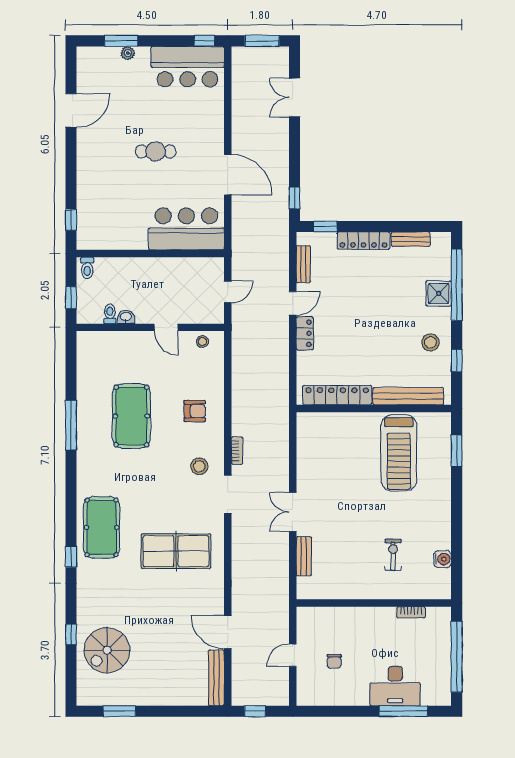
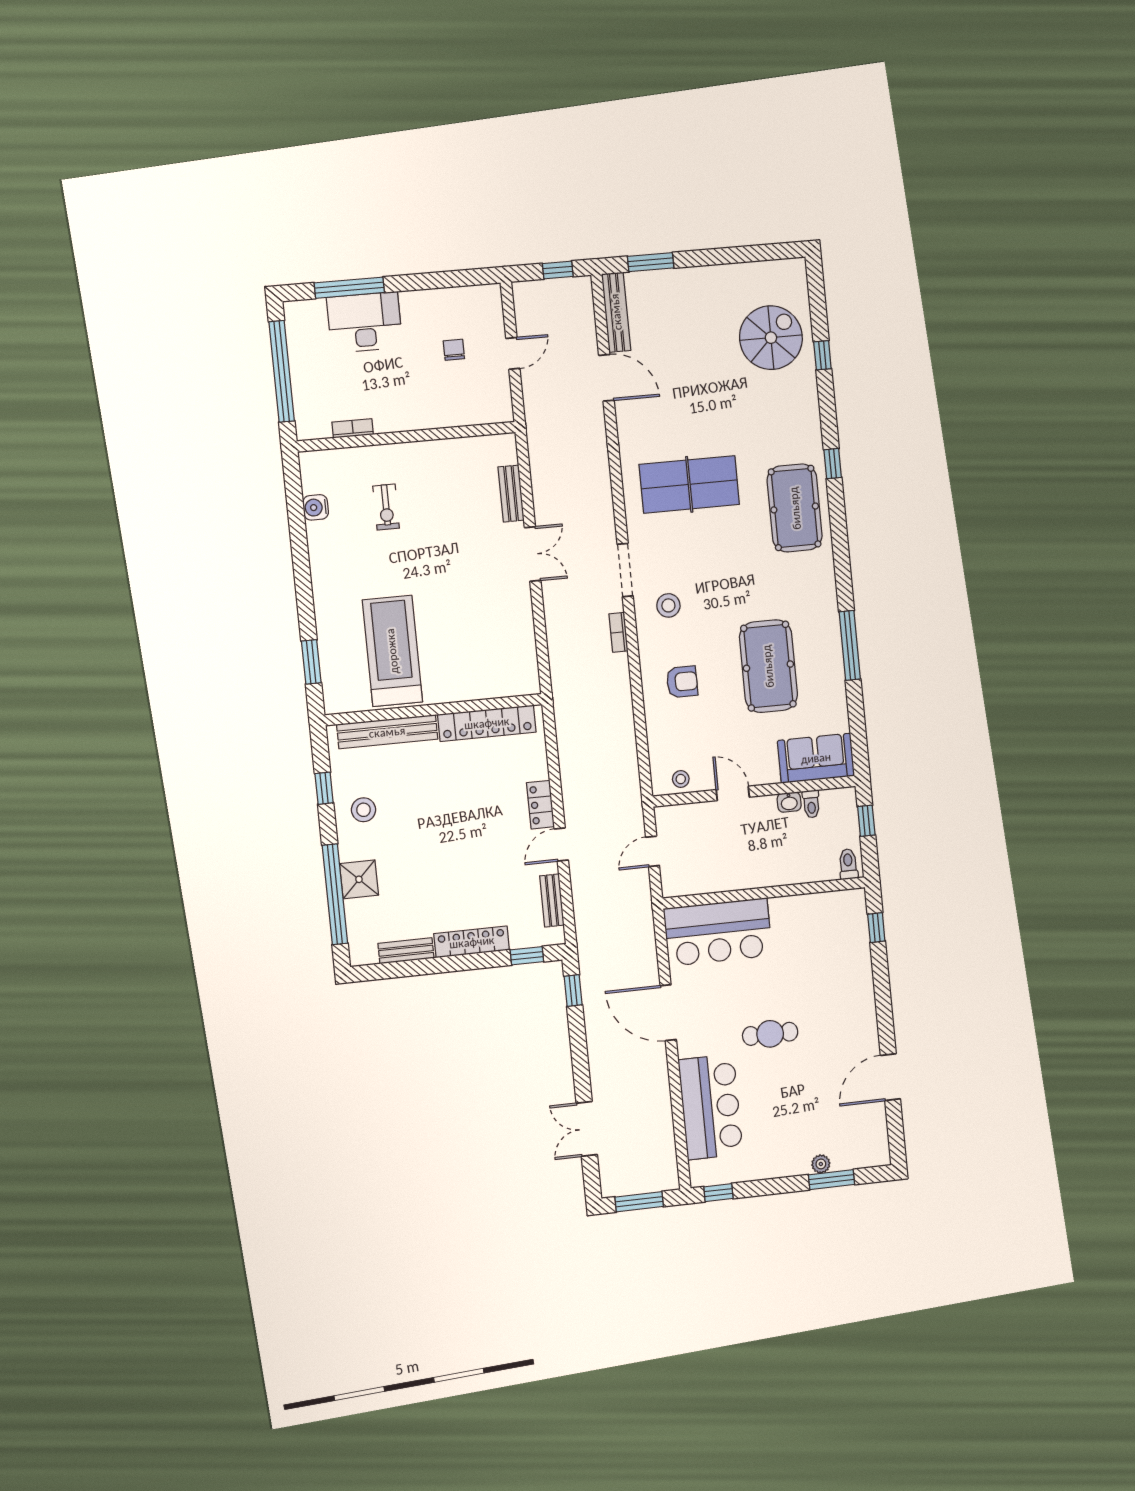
bar counter: (188, 67) -> (711, 1107), moved, turned 90
double door: (294, 98) -> (587, 1129), swing flipped
sofa: (103, 347) -> (816, 758), added
armchair: (195, 411) -> (682, 682), turned 180
window: (119, 711) -> (651, 262), moved

